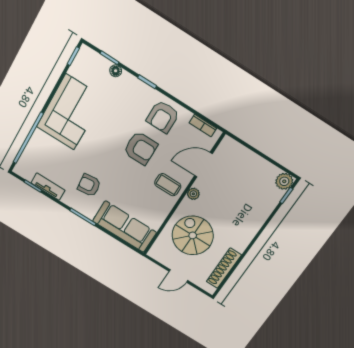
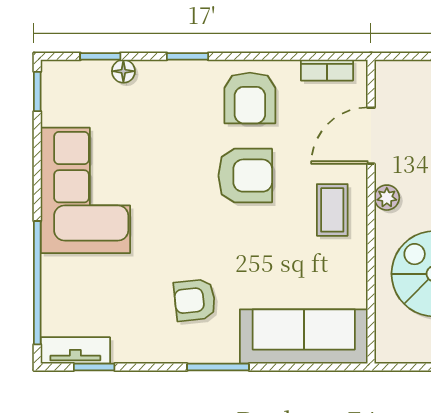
coffee table: (168, 185) -> (332, 210), turned 90
tv unit: (48, 187) -> (75, 350), moved

